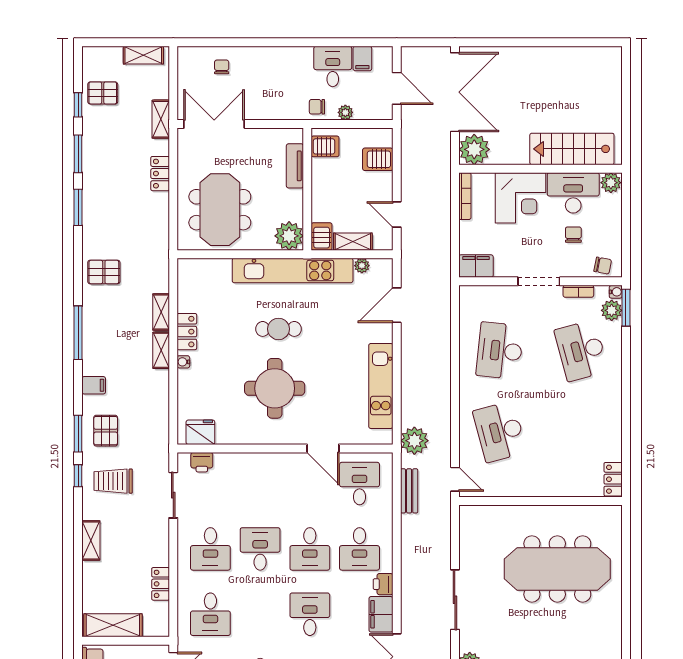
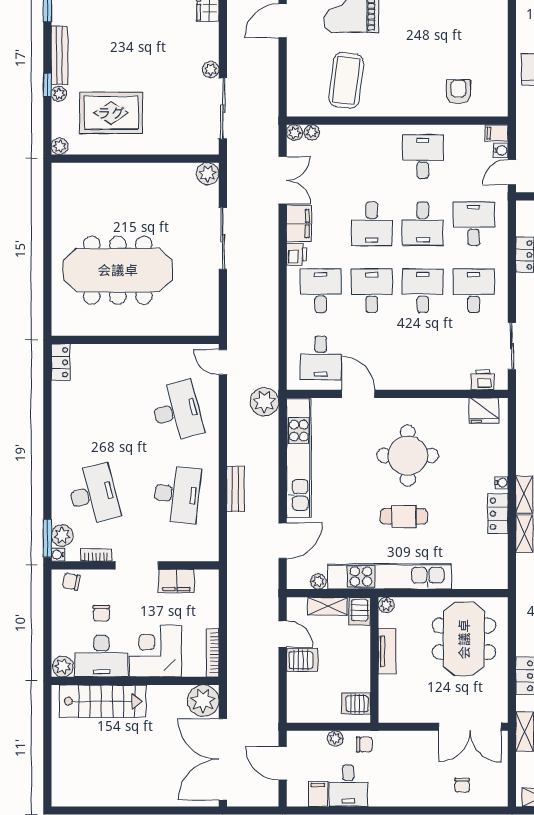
server rack: (378, 159) -> (302, 660), moved
tv unit: (295, 166) -> (387, 651), moved
plant: (289, 236) -> (386, 605), width x0.53, depth x0.53
filing cabinet: (476, 266) -> (176, 581), moved
kitchen unit: (381, 386) -> (299, 458), width x1.36
bench: (409, 491) -> (235, 489), moved
desk: (260, 549) -> (423, 291), turned 180
desk: (260, 614) -> (423, 224), added

